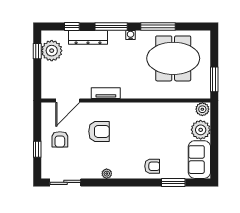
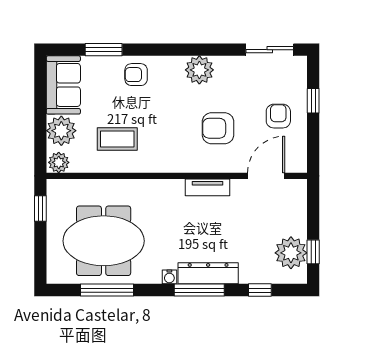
window: (158, 26) -> (107, 290), moved
dresser: (88, 37) -> (208, 273), moved
window: (214, 79) -> (40, 208), width x0.67
coffee table: (164, 124) -> (117, 139), added
plant: (107, 174) -> (199, 70), width x1.87, depth x1.87

